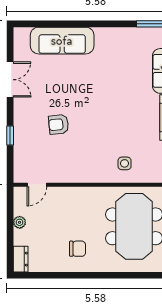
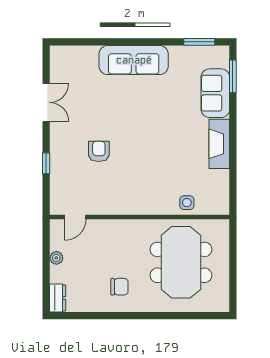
sofa: (62, 41) -> (134, 60), moved
armchair: (59, 124) -> (99, 151), turned 96
side table: (125, 163) -> (187, 203), moved

